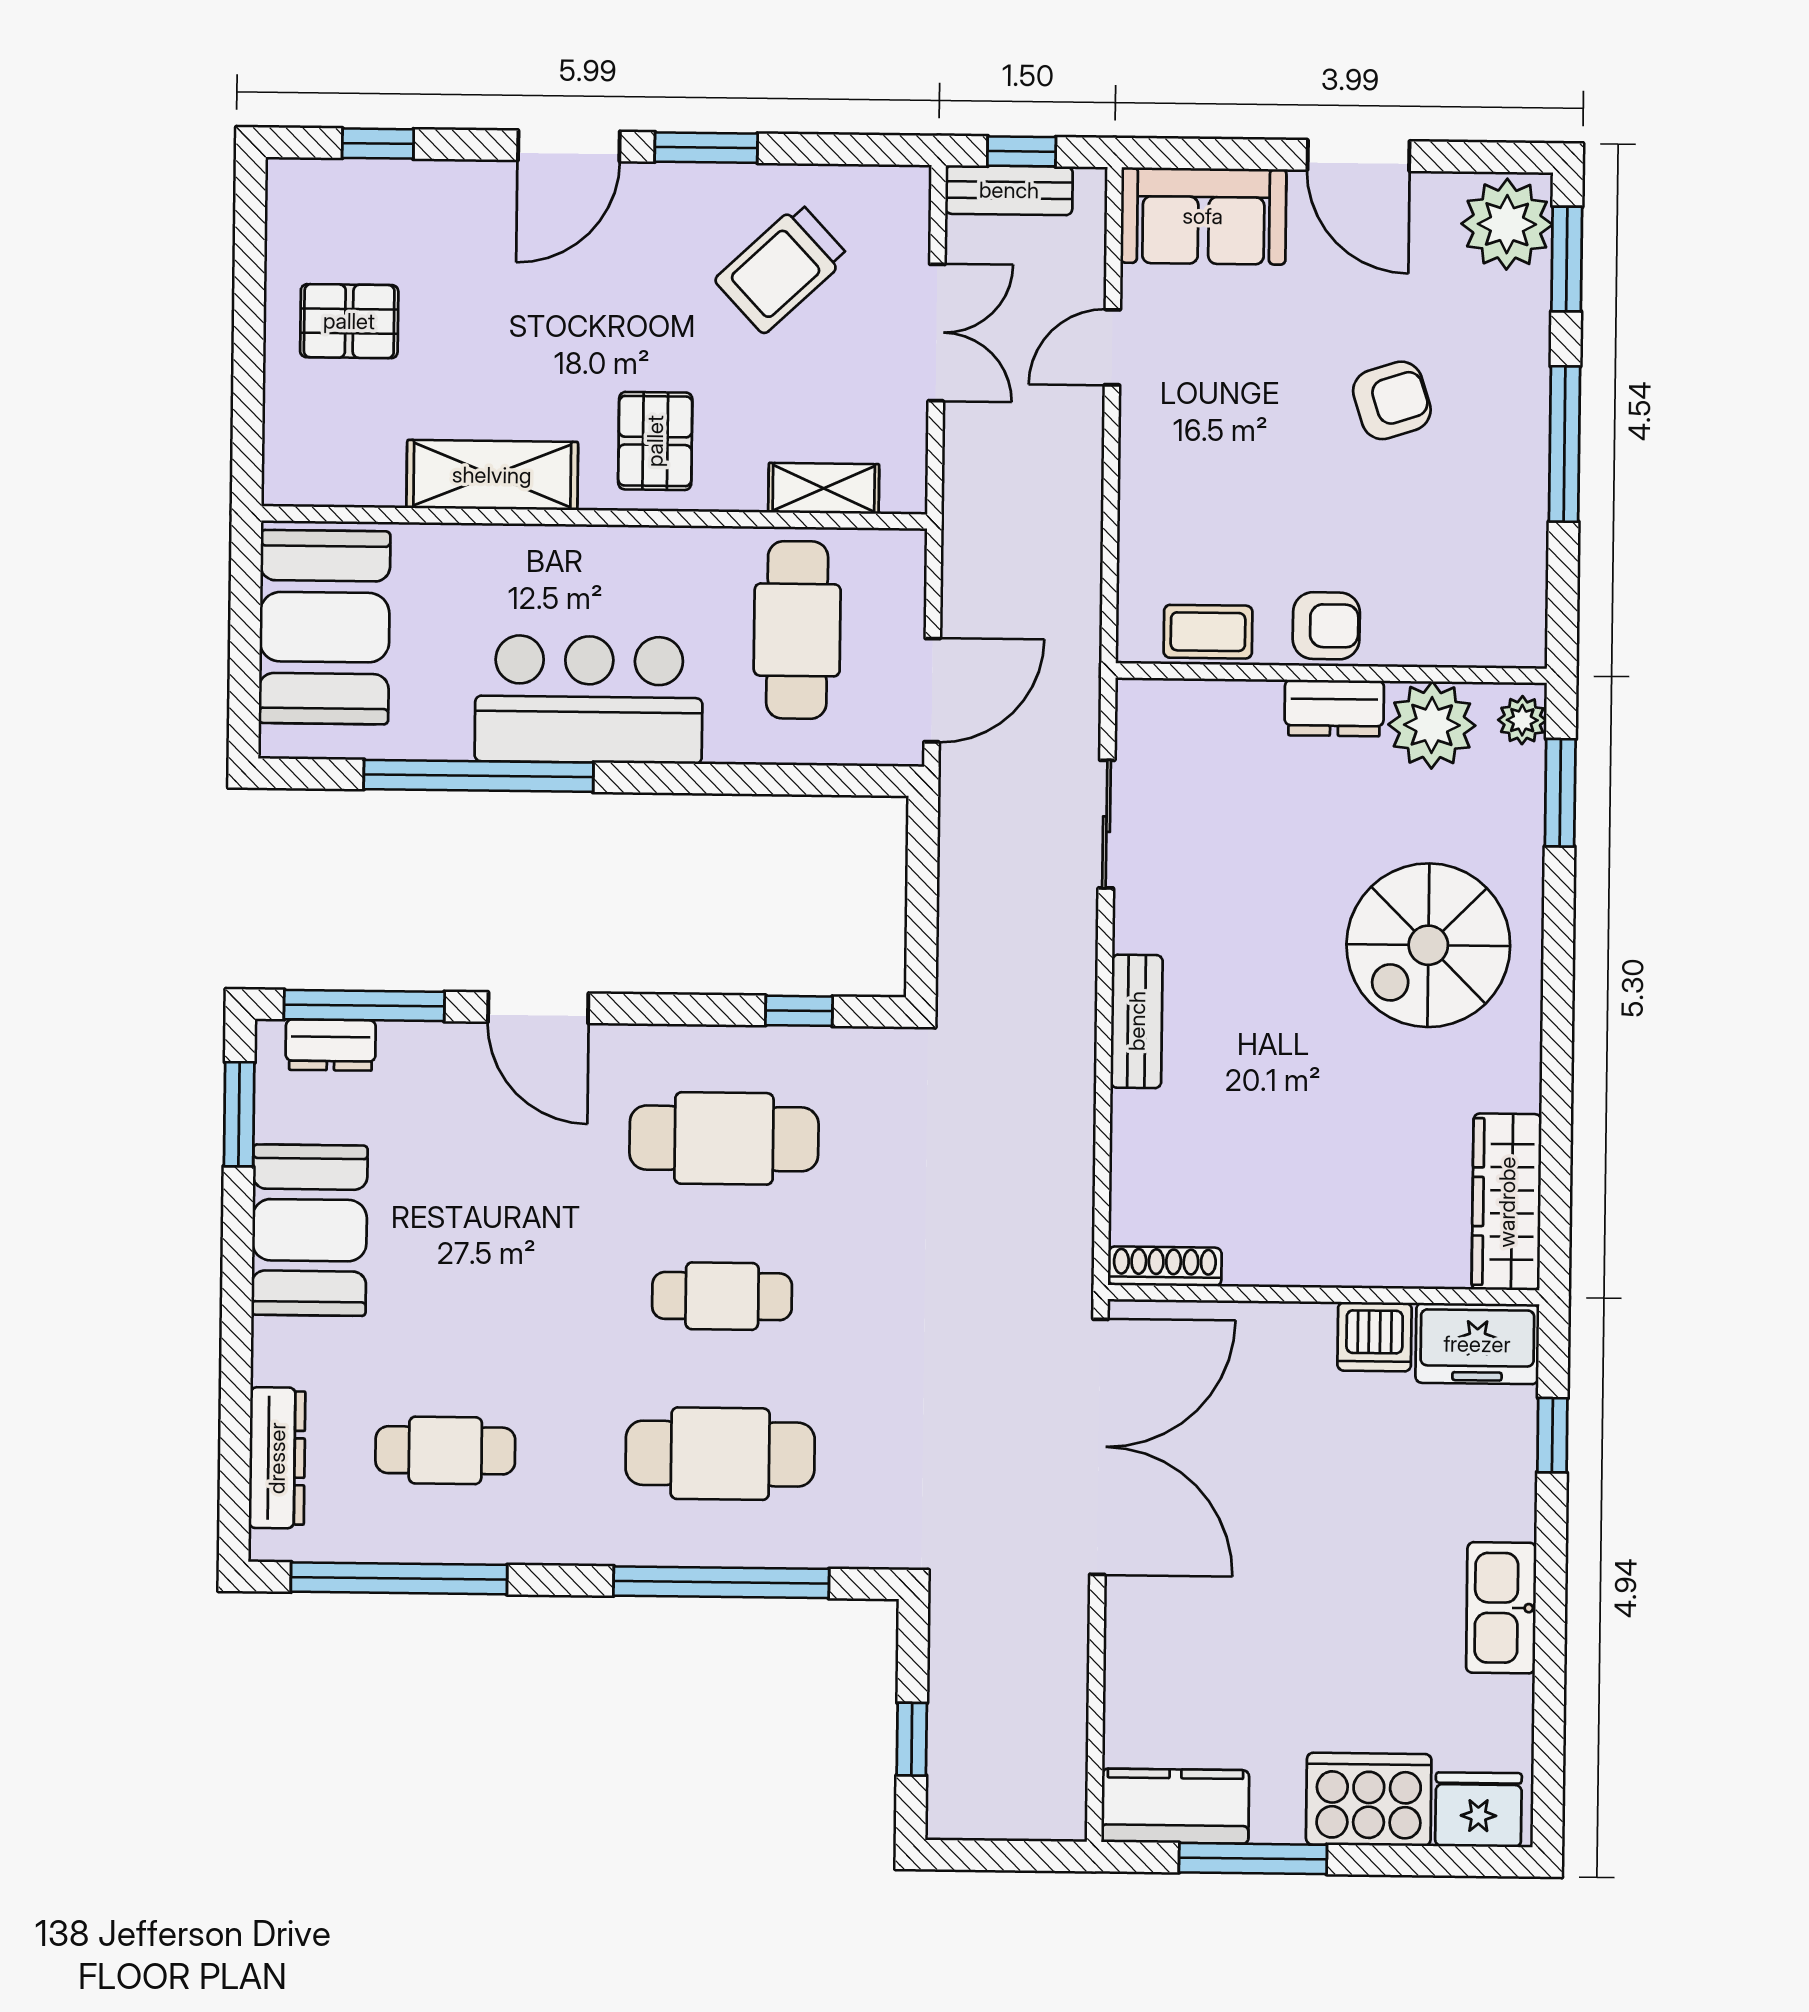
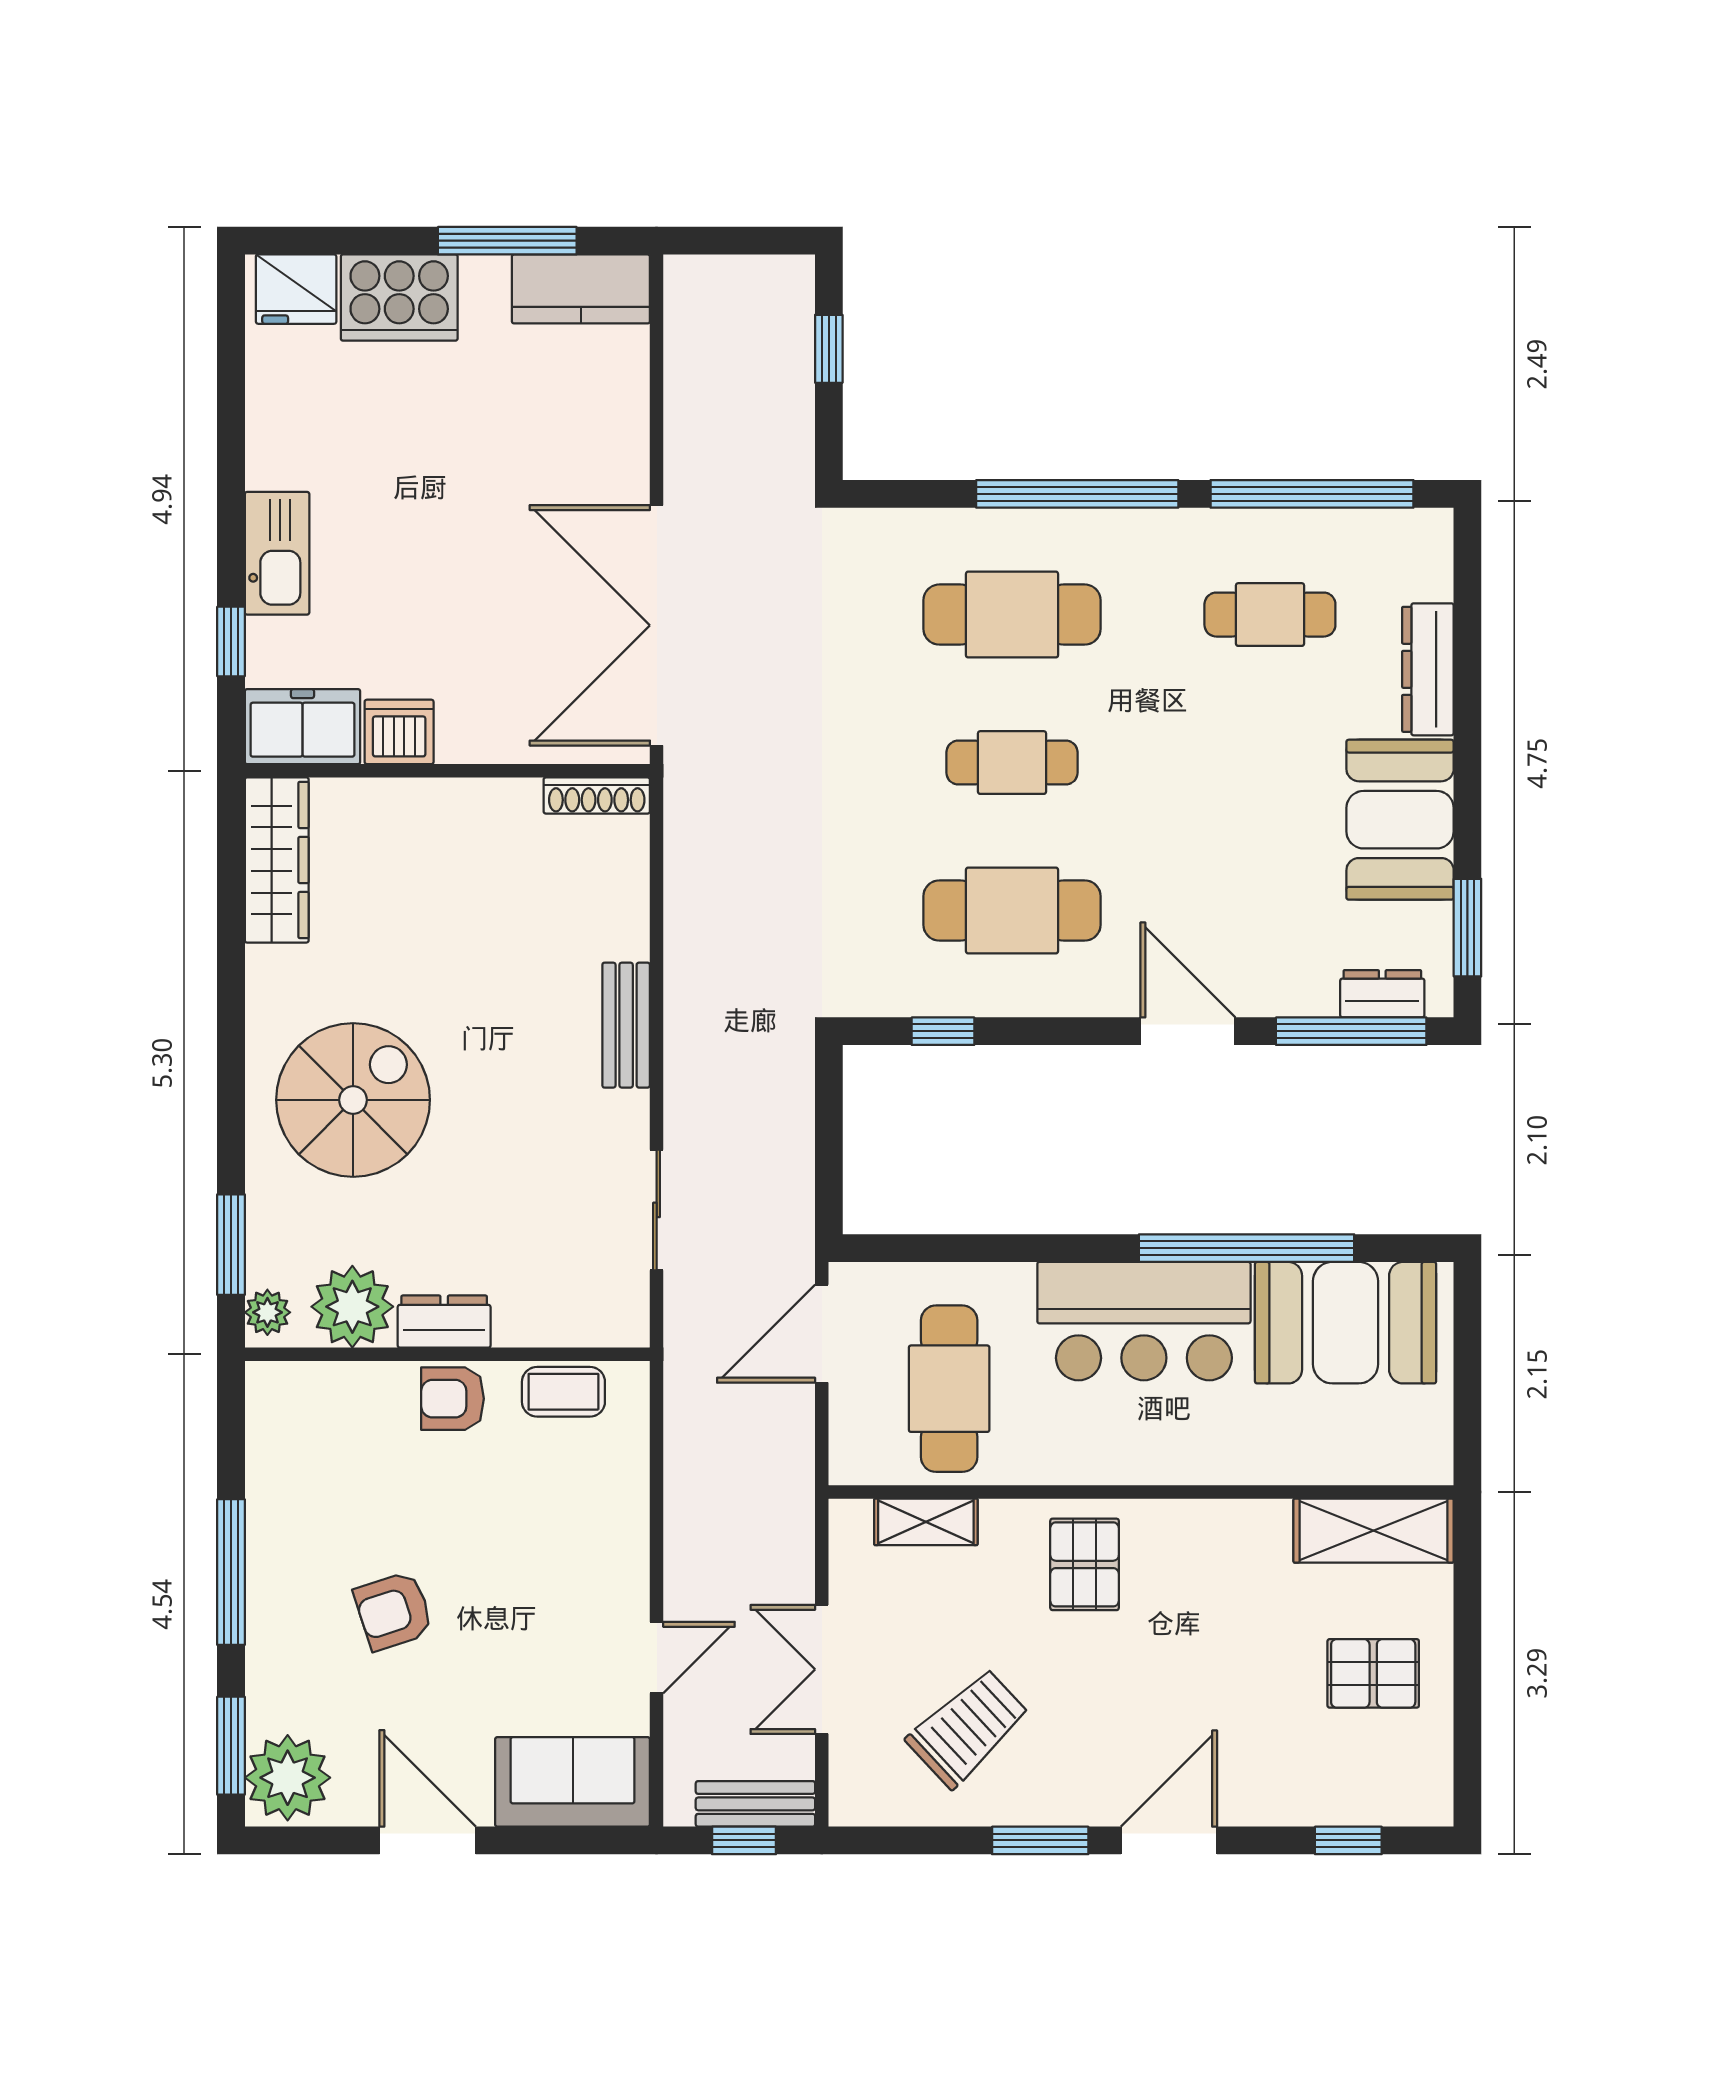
shelving: (492, 475) -> (1374, 1531), moved
booth: (324, 627) -> (1346, 1323), moved, turned 90
dresser: (277, 1458) -> (1428, 669), moved
window: (721, 1582) -> (1077, 494), moved
kitchen sink: (1501, 1608) -> (277, 553), moved

